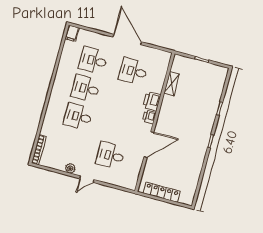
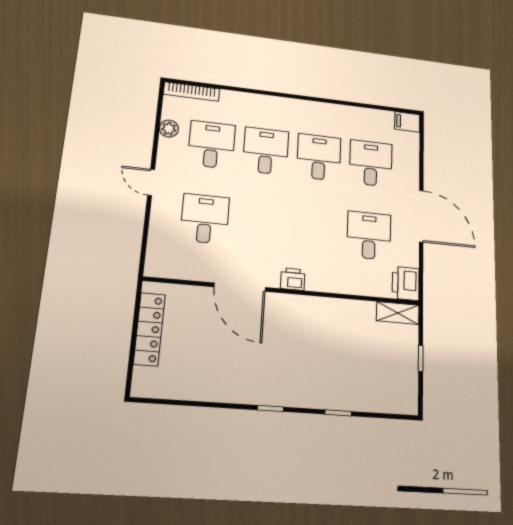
door: (127, 39) -> (421, 216), hinge flipped
shelving: (172, 84) -> (398, 313), moved
printer: (152, 101) -> (406, 283), moved, turned -90
desk: (71, 145) -> (211, 145), added
plant: (70, 168) -> (169, 129), moved

